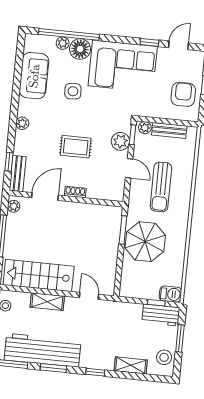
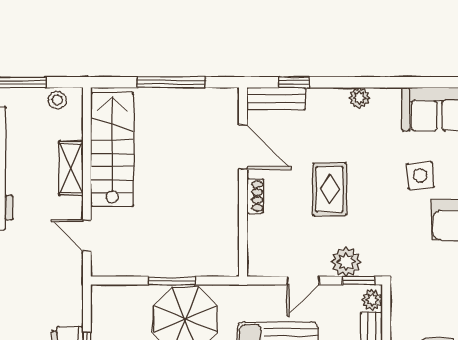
plant: (14, 206) -> (222, 97), removed
window: (123, 230) -> (172, 281), moved
door: (89, 296) -> (87, 236), swing flipped

